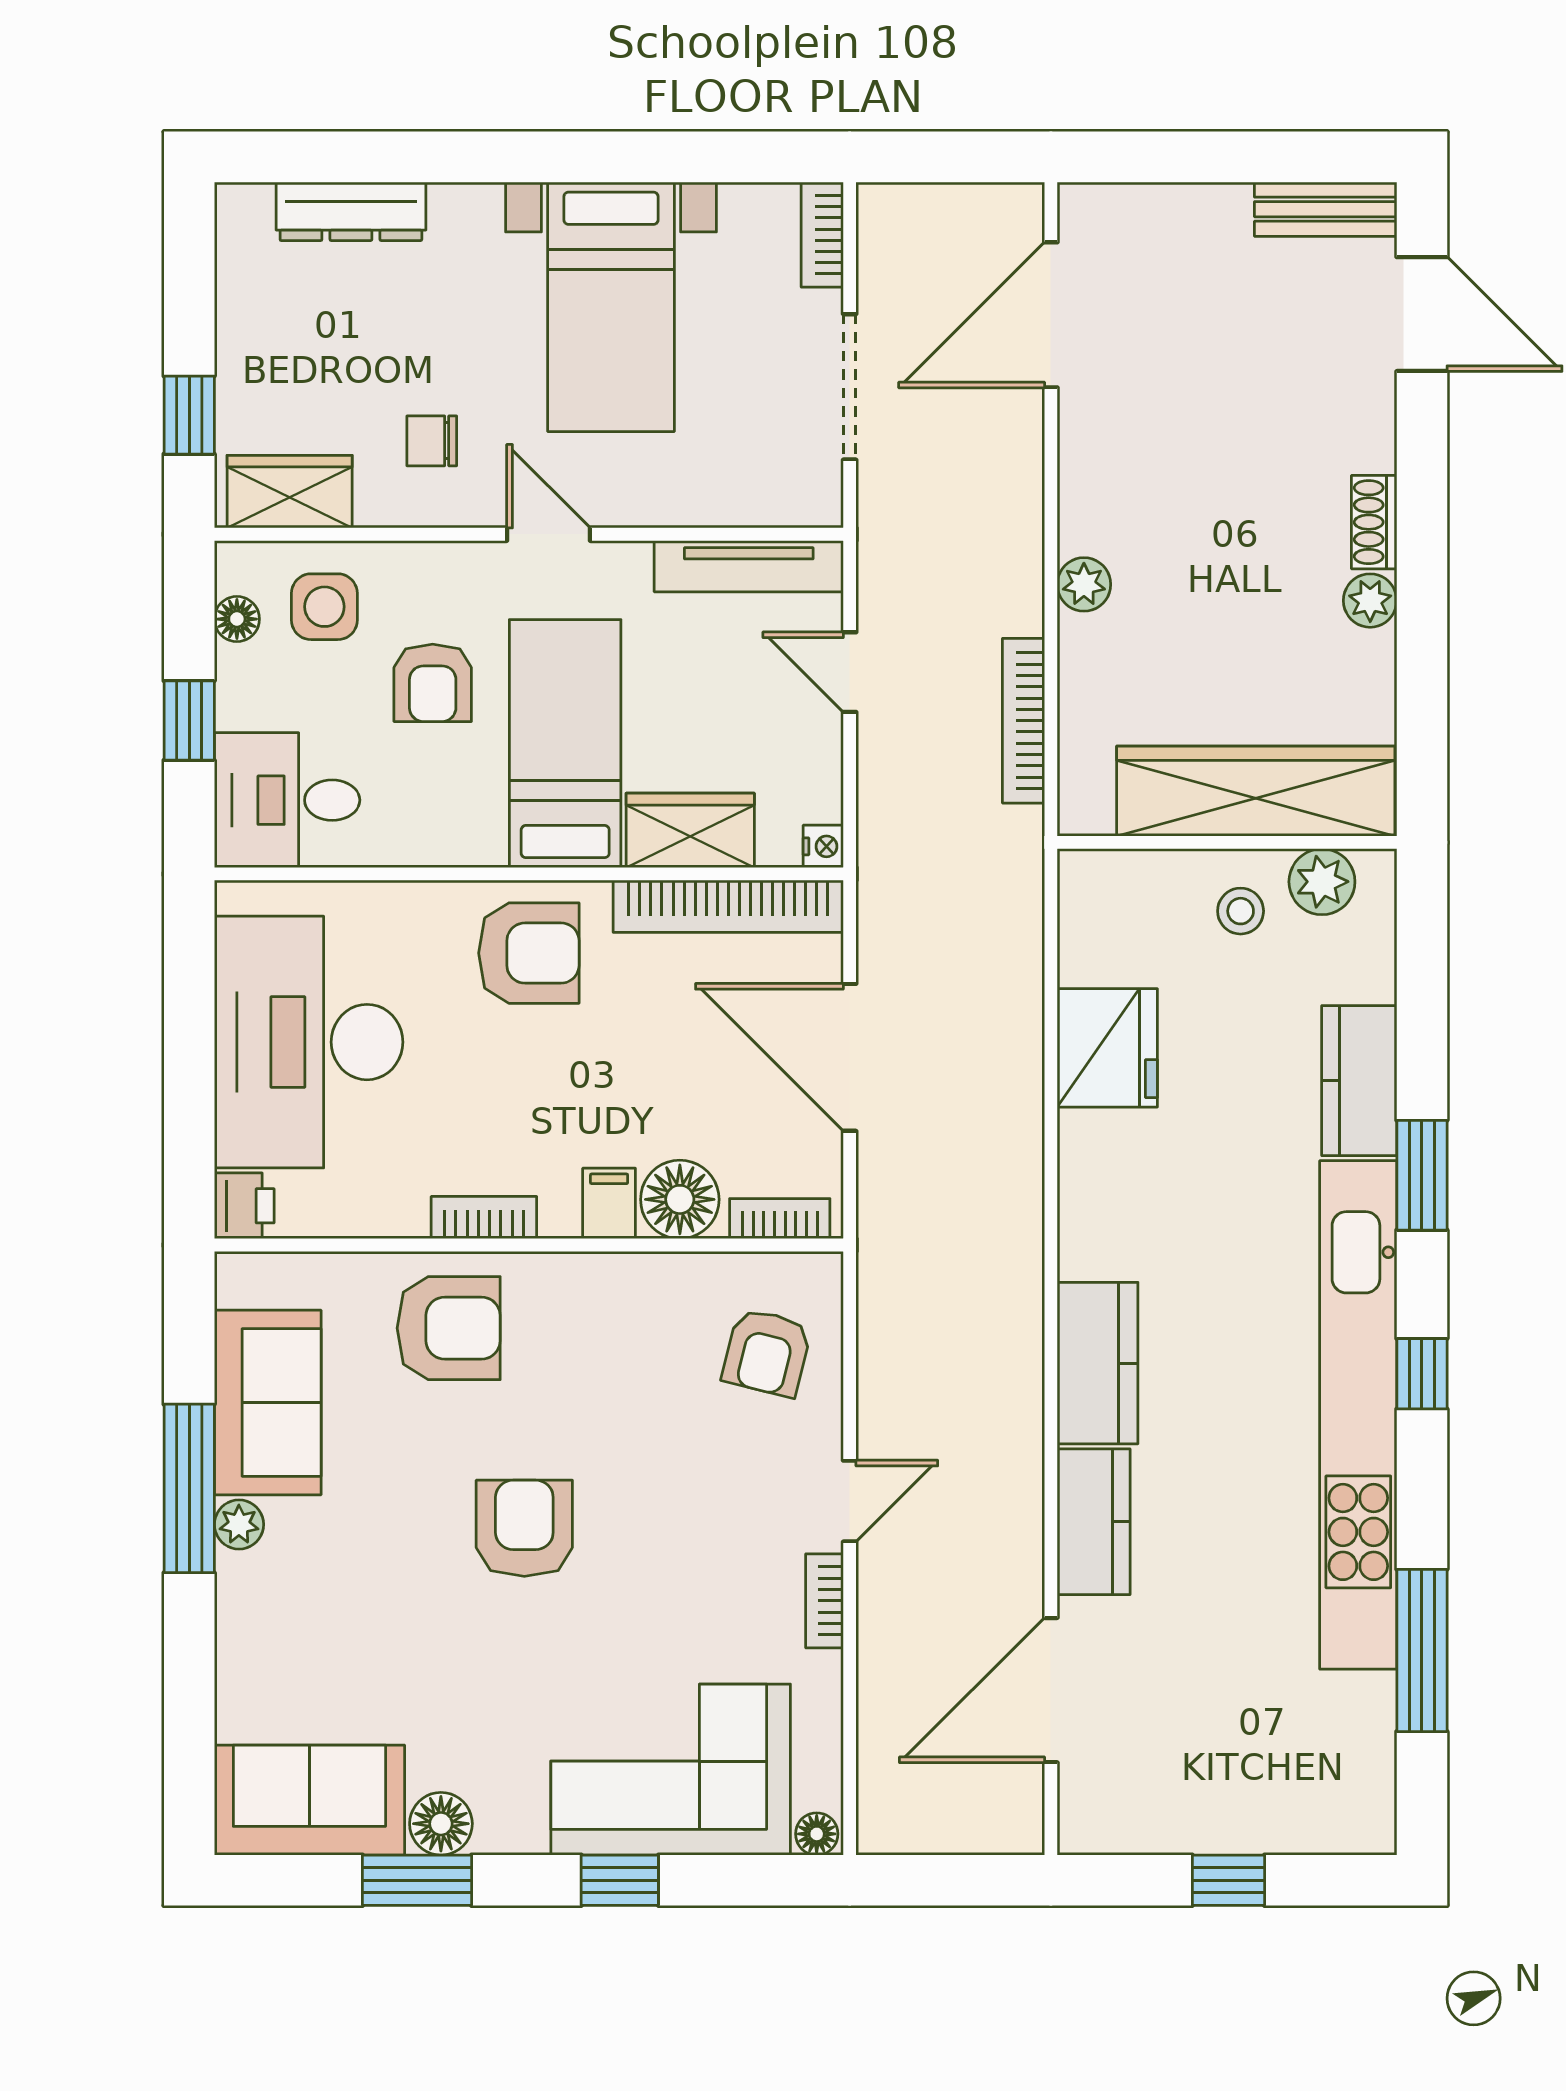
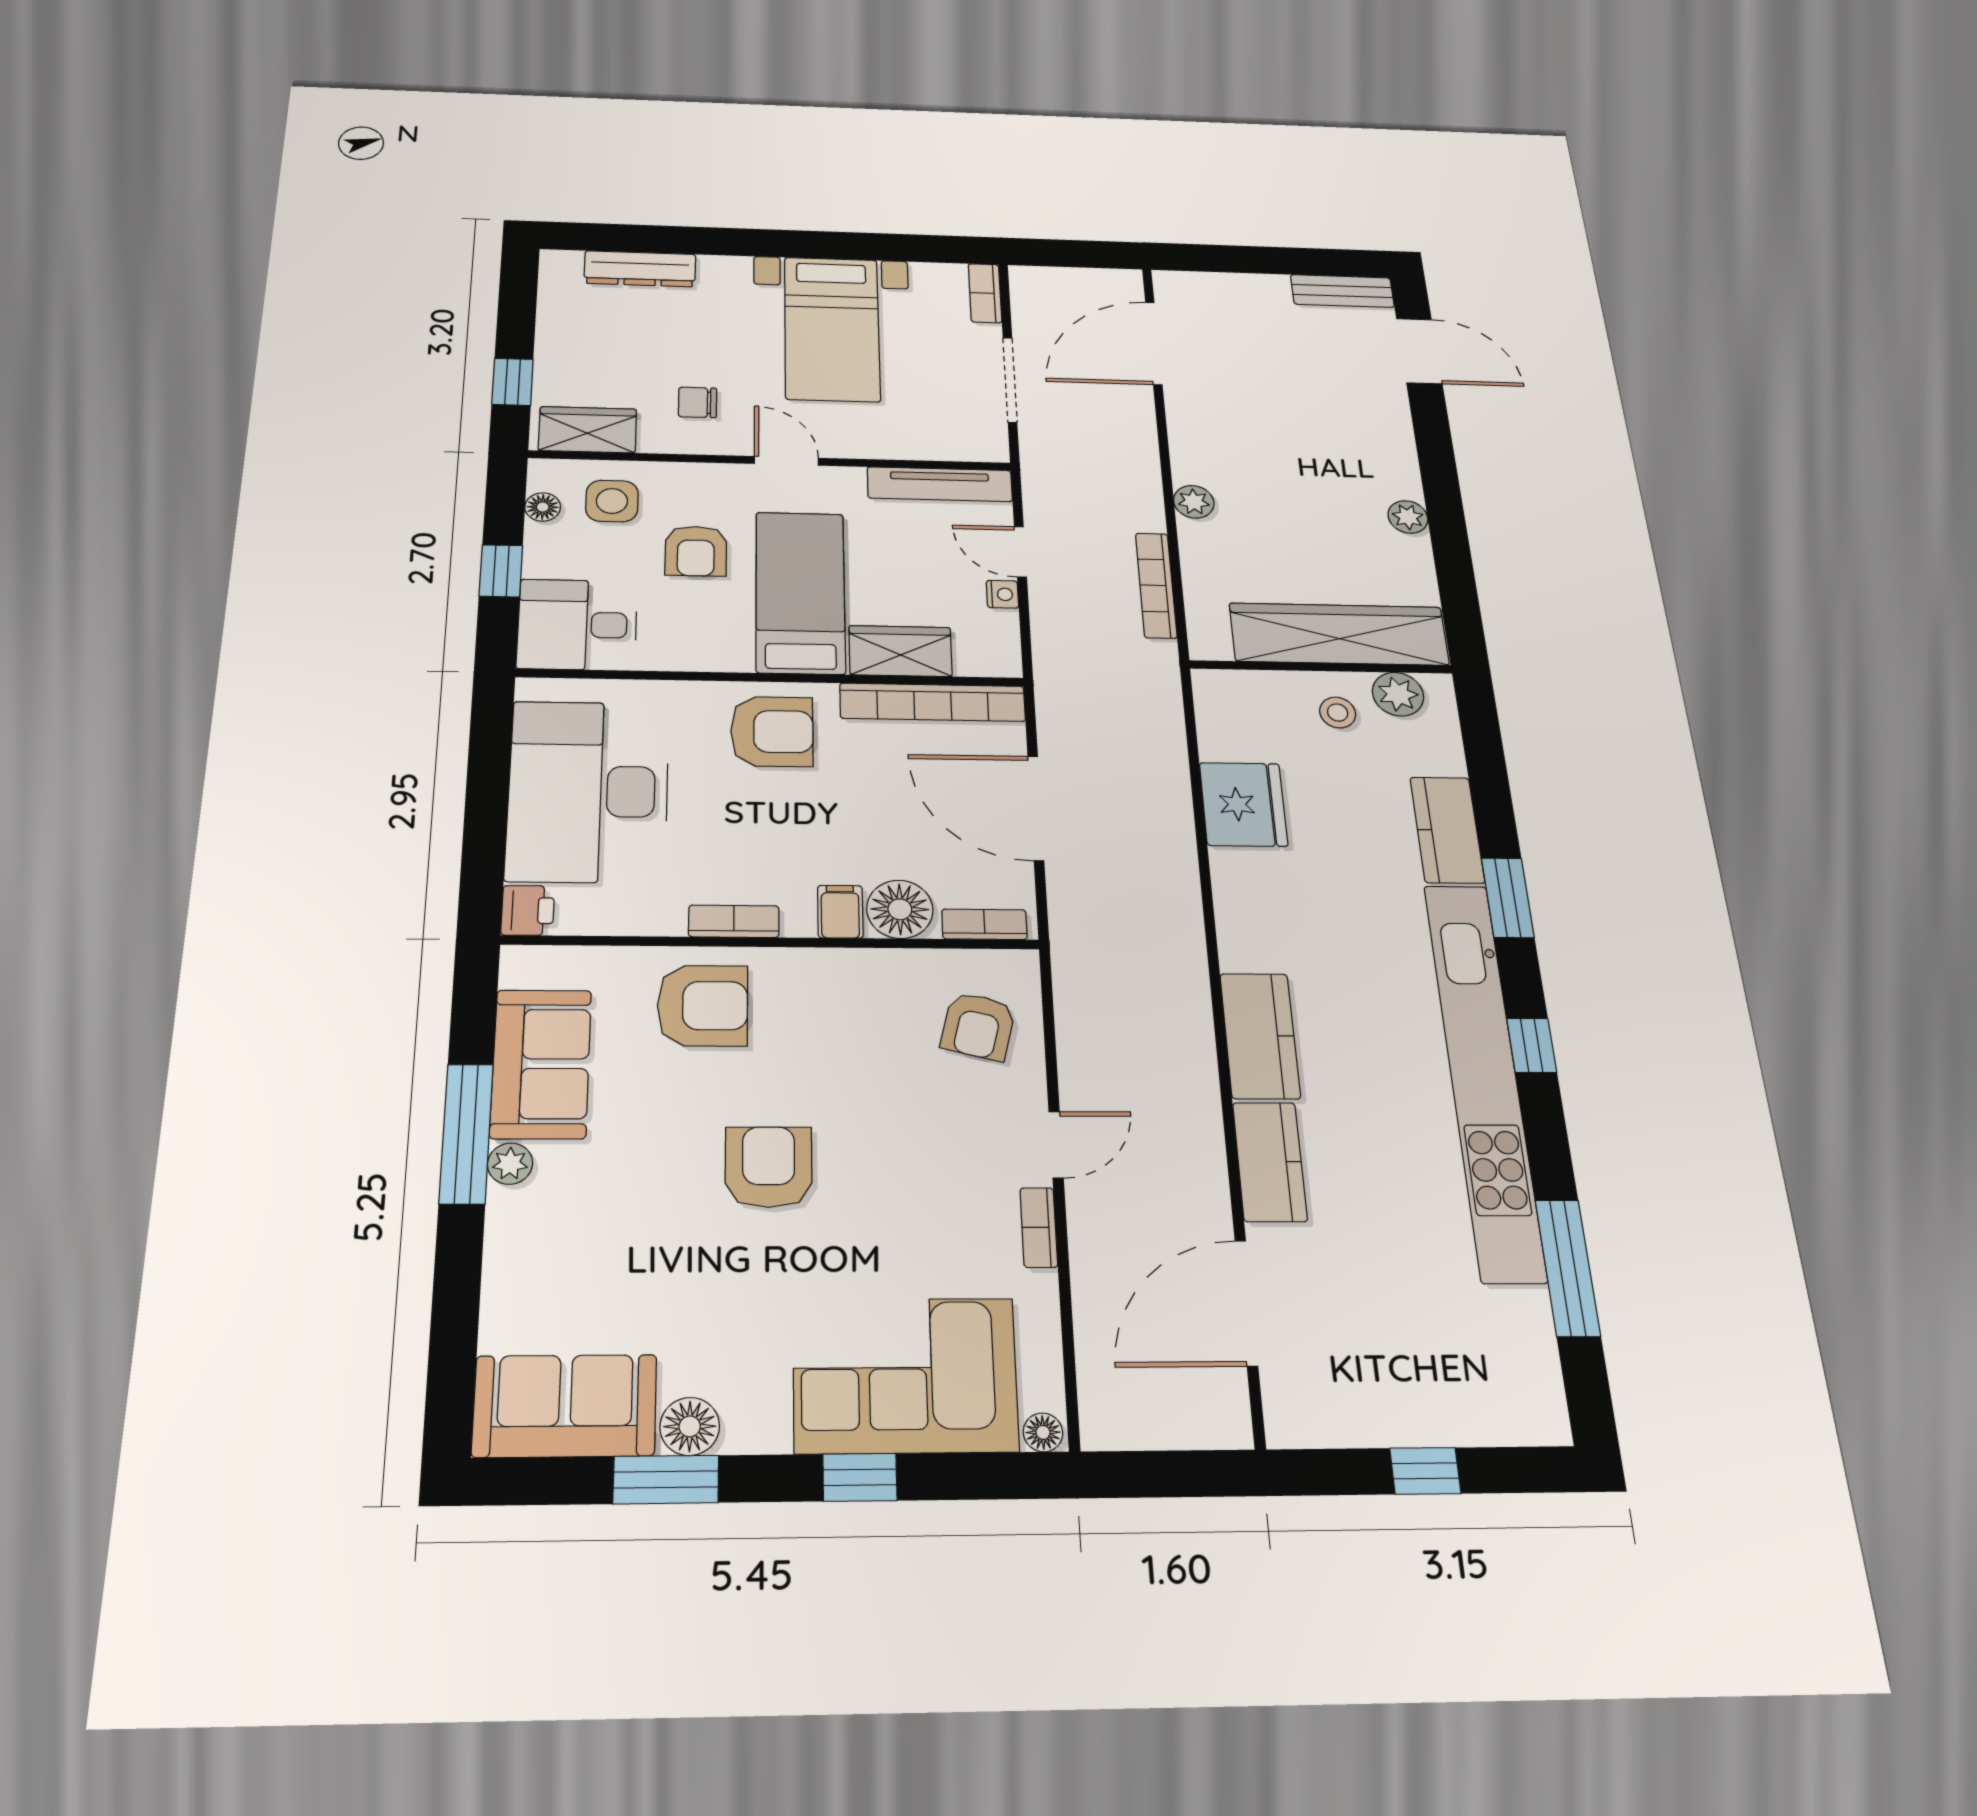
shoe rack: (1374, 522) -> (1404, 470), removed
nightstand: (823, 846) -> (1002, 594), moved

